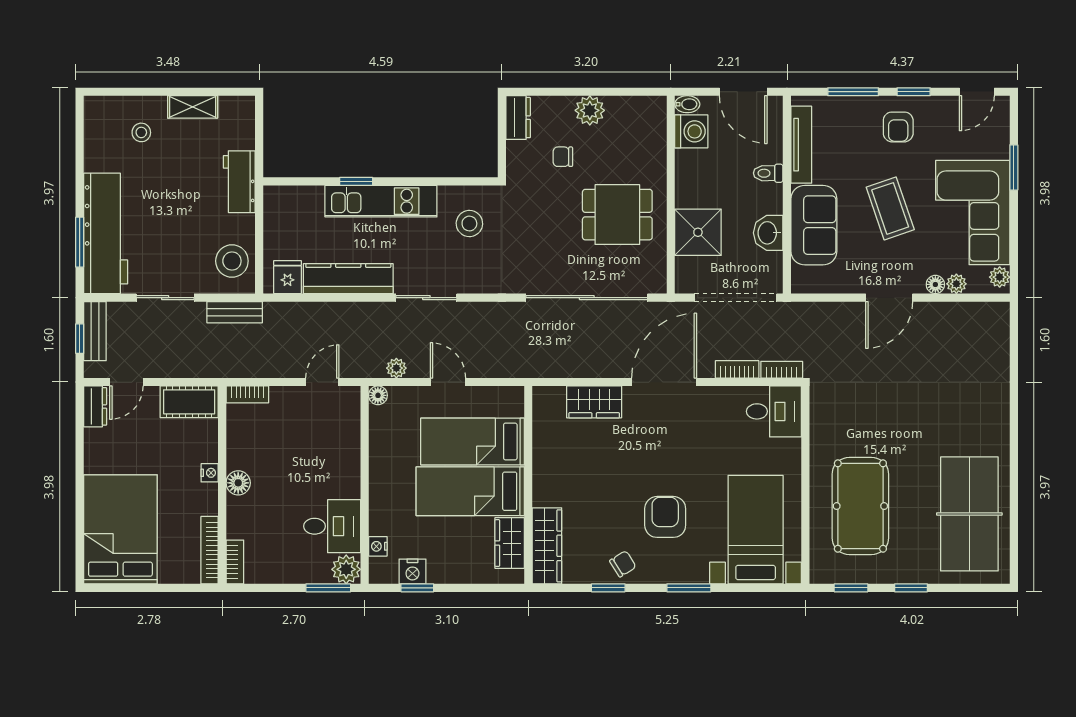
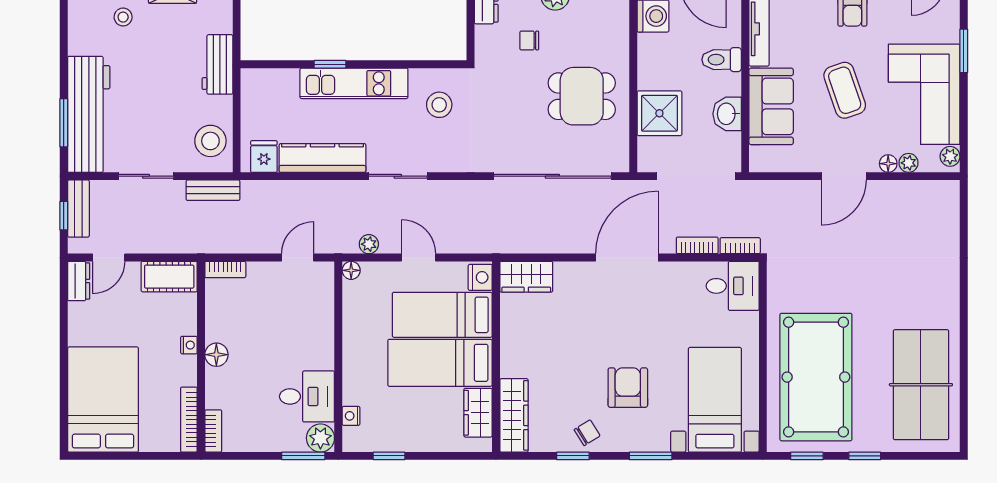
toilet: (768, 173) -> (722, 60), width x1.37, depth x1.39
wardrobe: (594, 402) -> (526, 277), moved
pool table: (860, 506) -> (816, 377), width x1.36, depth x1.32
nightstand: (412, 571) -> (480, 277), moved, turned -90

